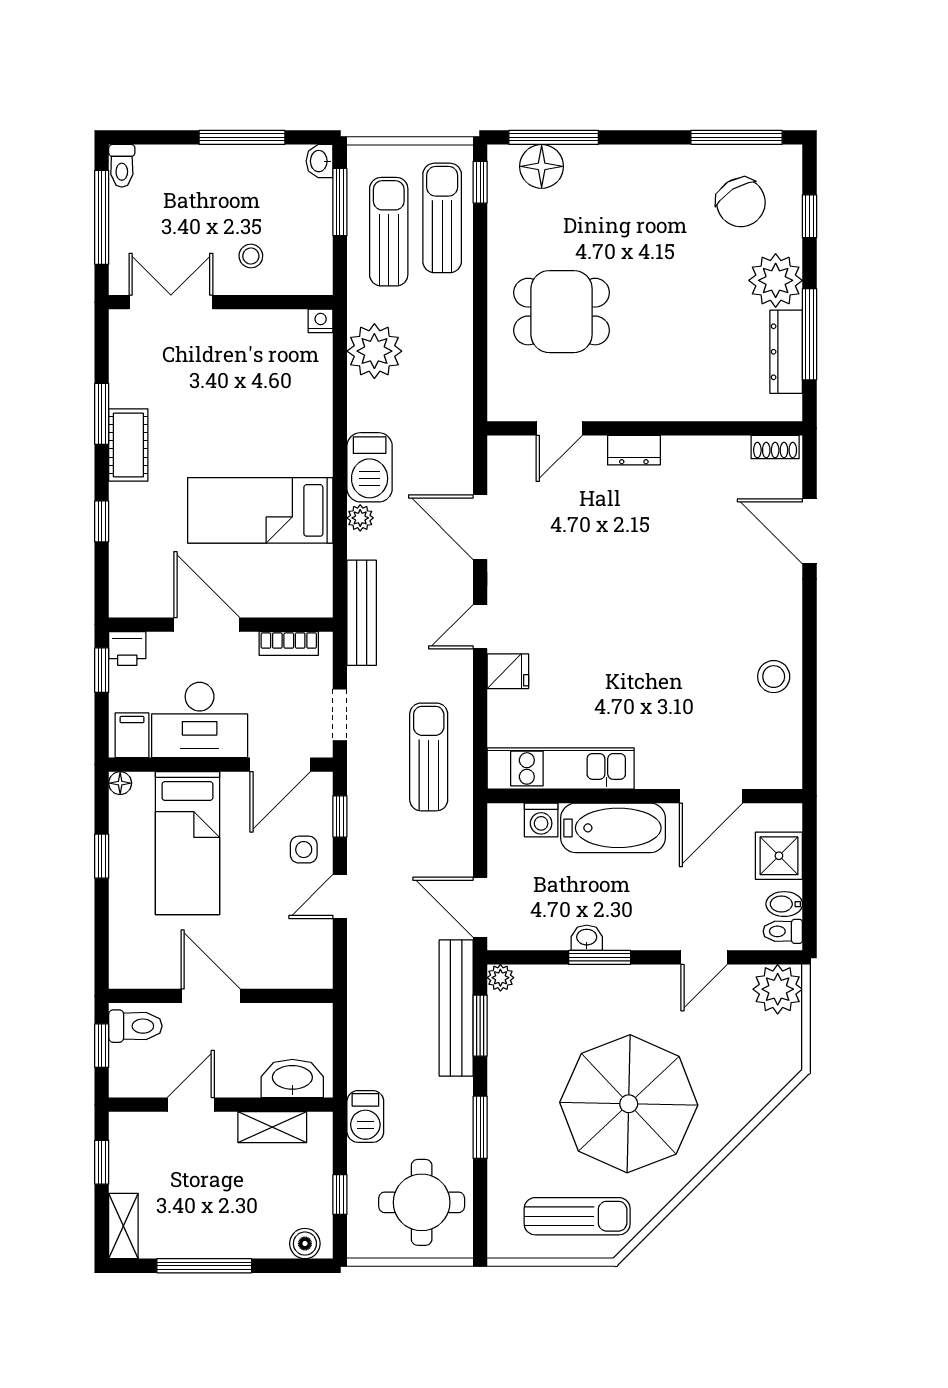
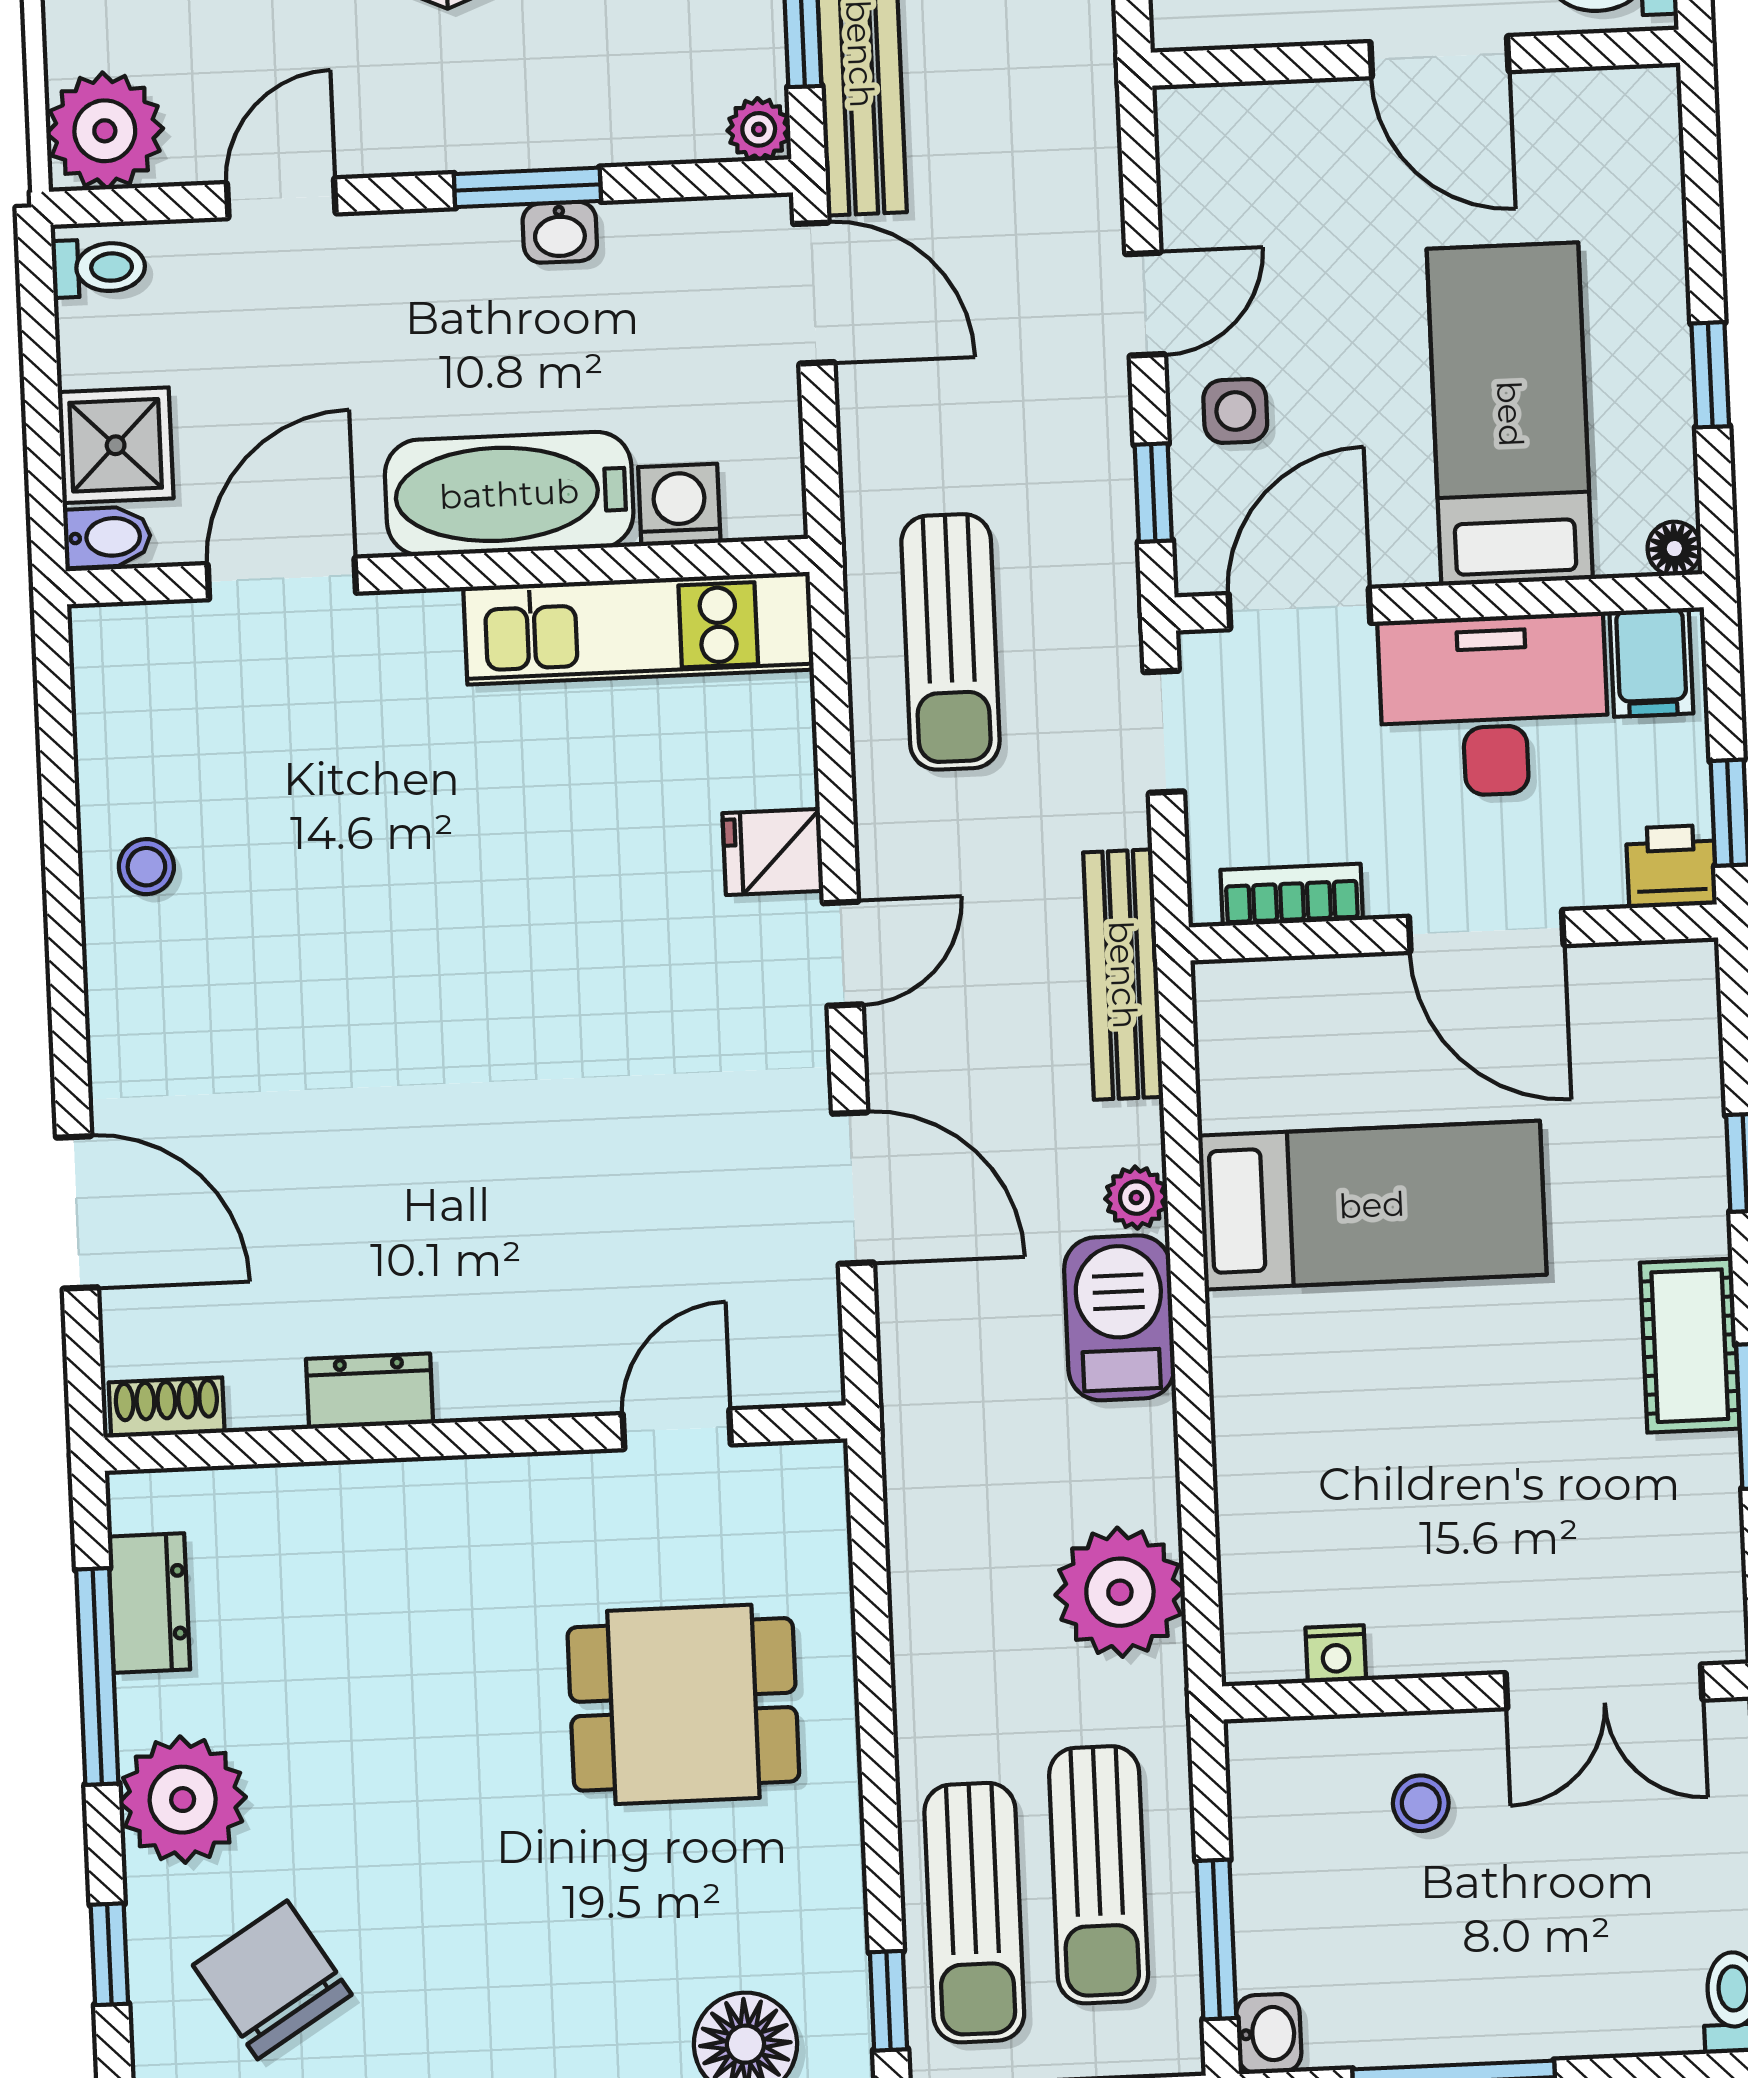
nightstand: (321, 321) -> (1336, 1654), moved
dresser: (786, 352) -> (149, 1603), width x0.70
dresser: (634, 450) -> (370, 1391), moved
stool: (774, 677) -> (146, 867), width x0.73, depth x0.73
bidet: (784, 904) -> (107, 537), moved

